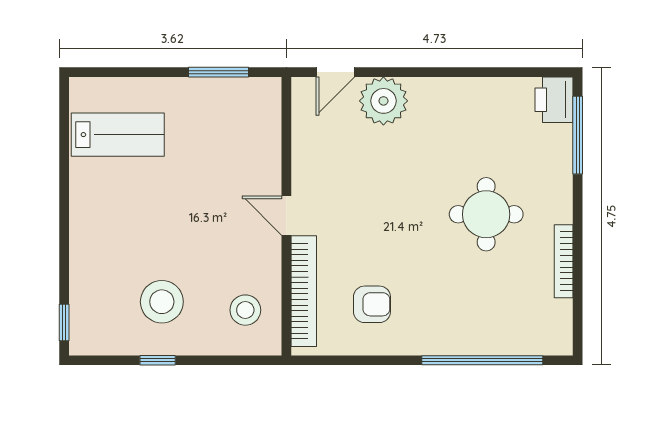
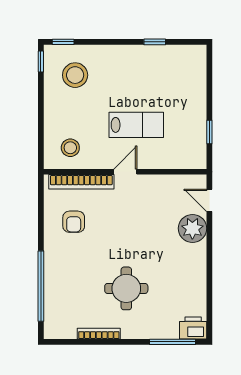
window: (218, 72) -> (209, 132), width x0.67
lab bench: (118, 135) -> (136, 125), moved, turned -90
window: (64, 165) -> (155, 42), added
stool: (162, 302) -> (75, 75), moved
window: (158, 360) -> (41, 61), moved

